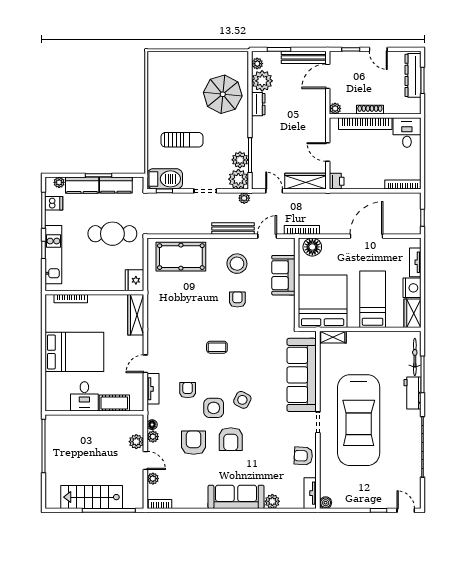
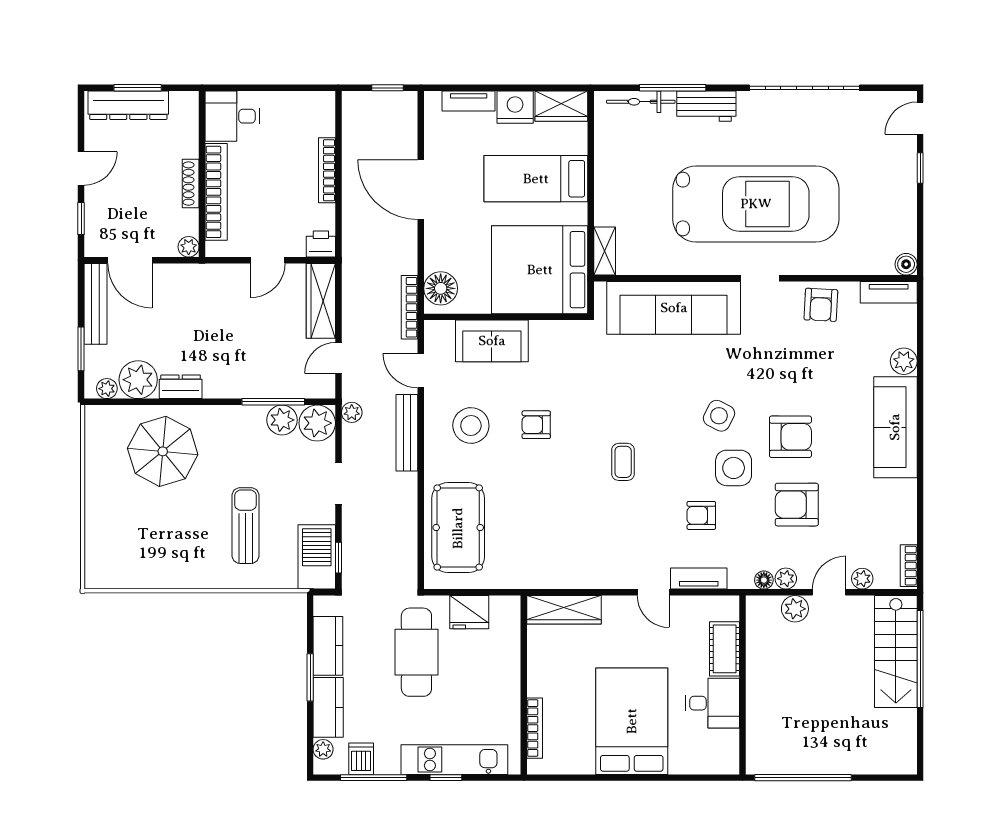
bookcase: (403, 185) -> (327, 170), moved
fridge: (134, 280) -> (469, 612), moved
stairs: (92, 497) -> (896, 651), moved

